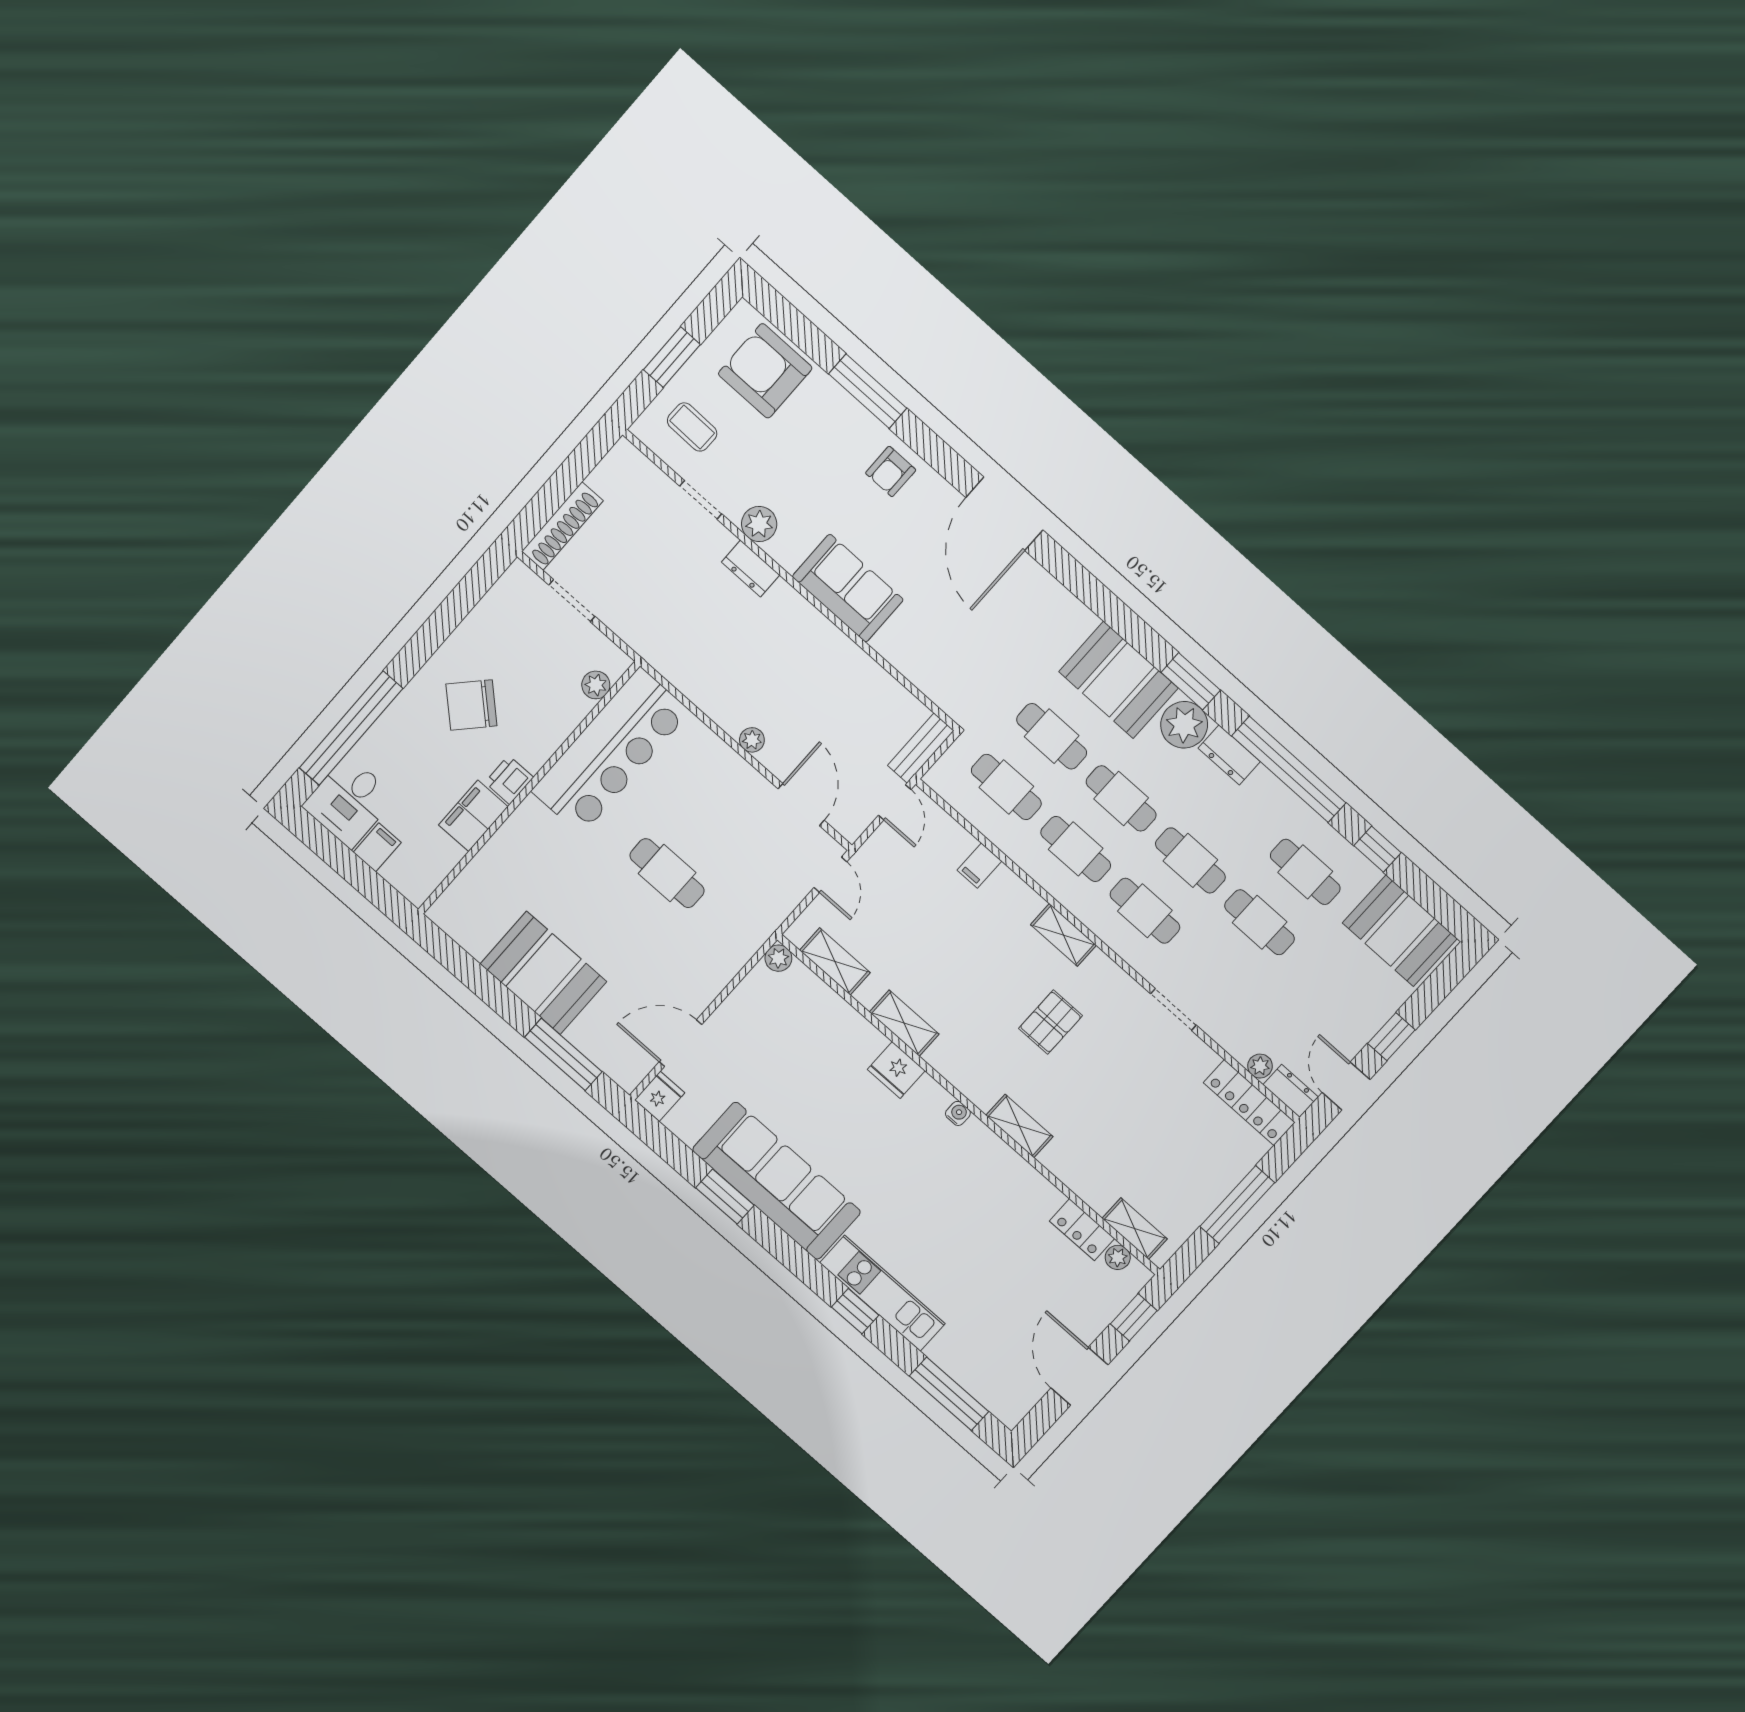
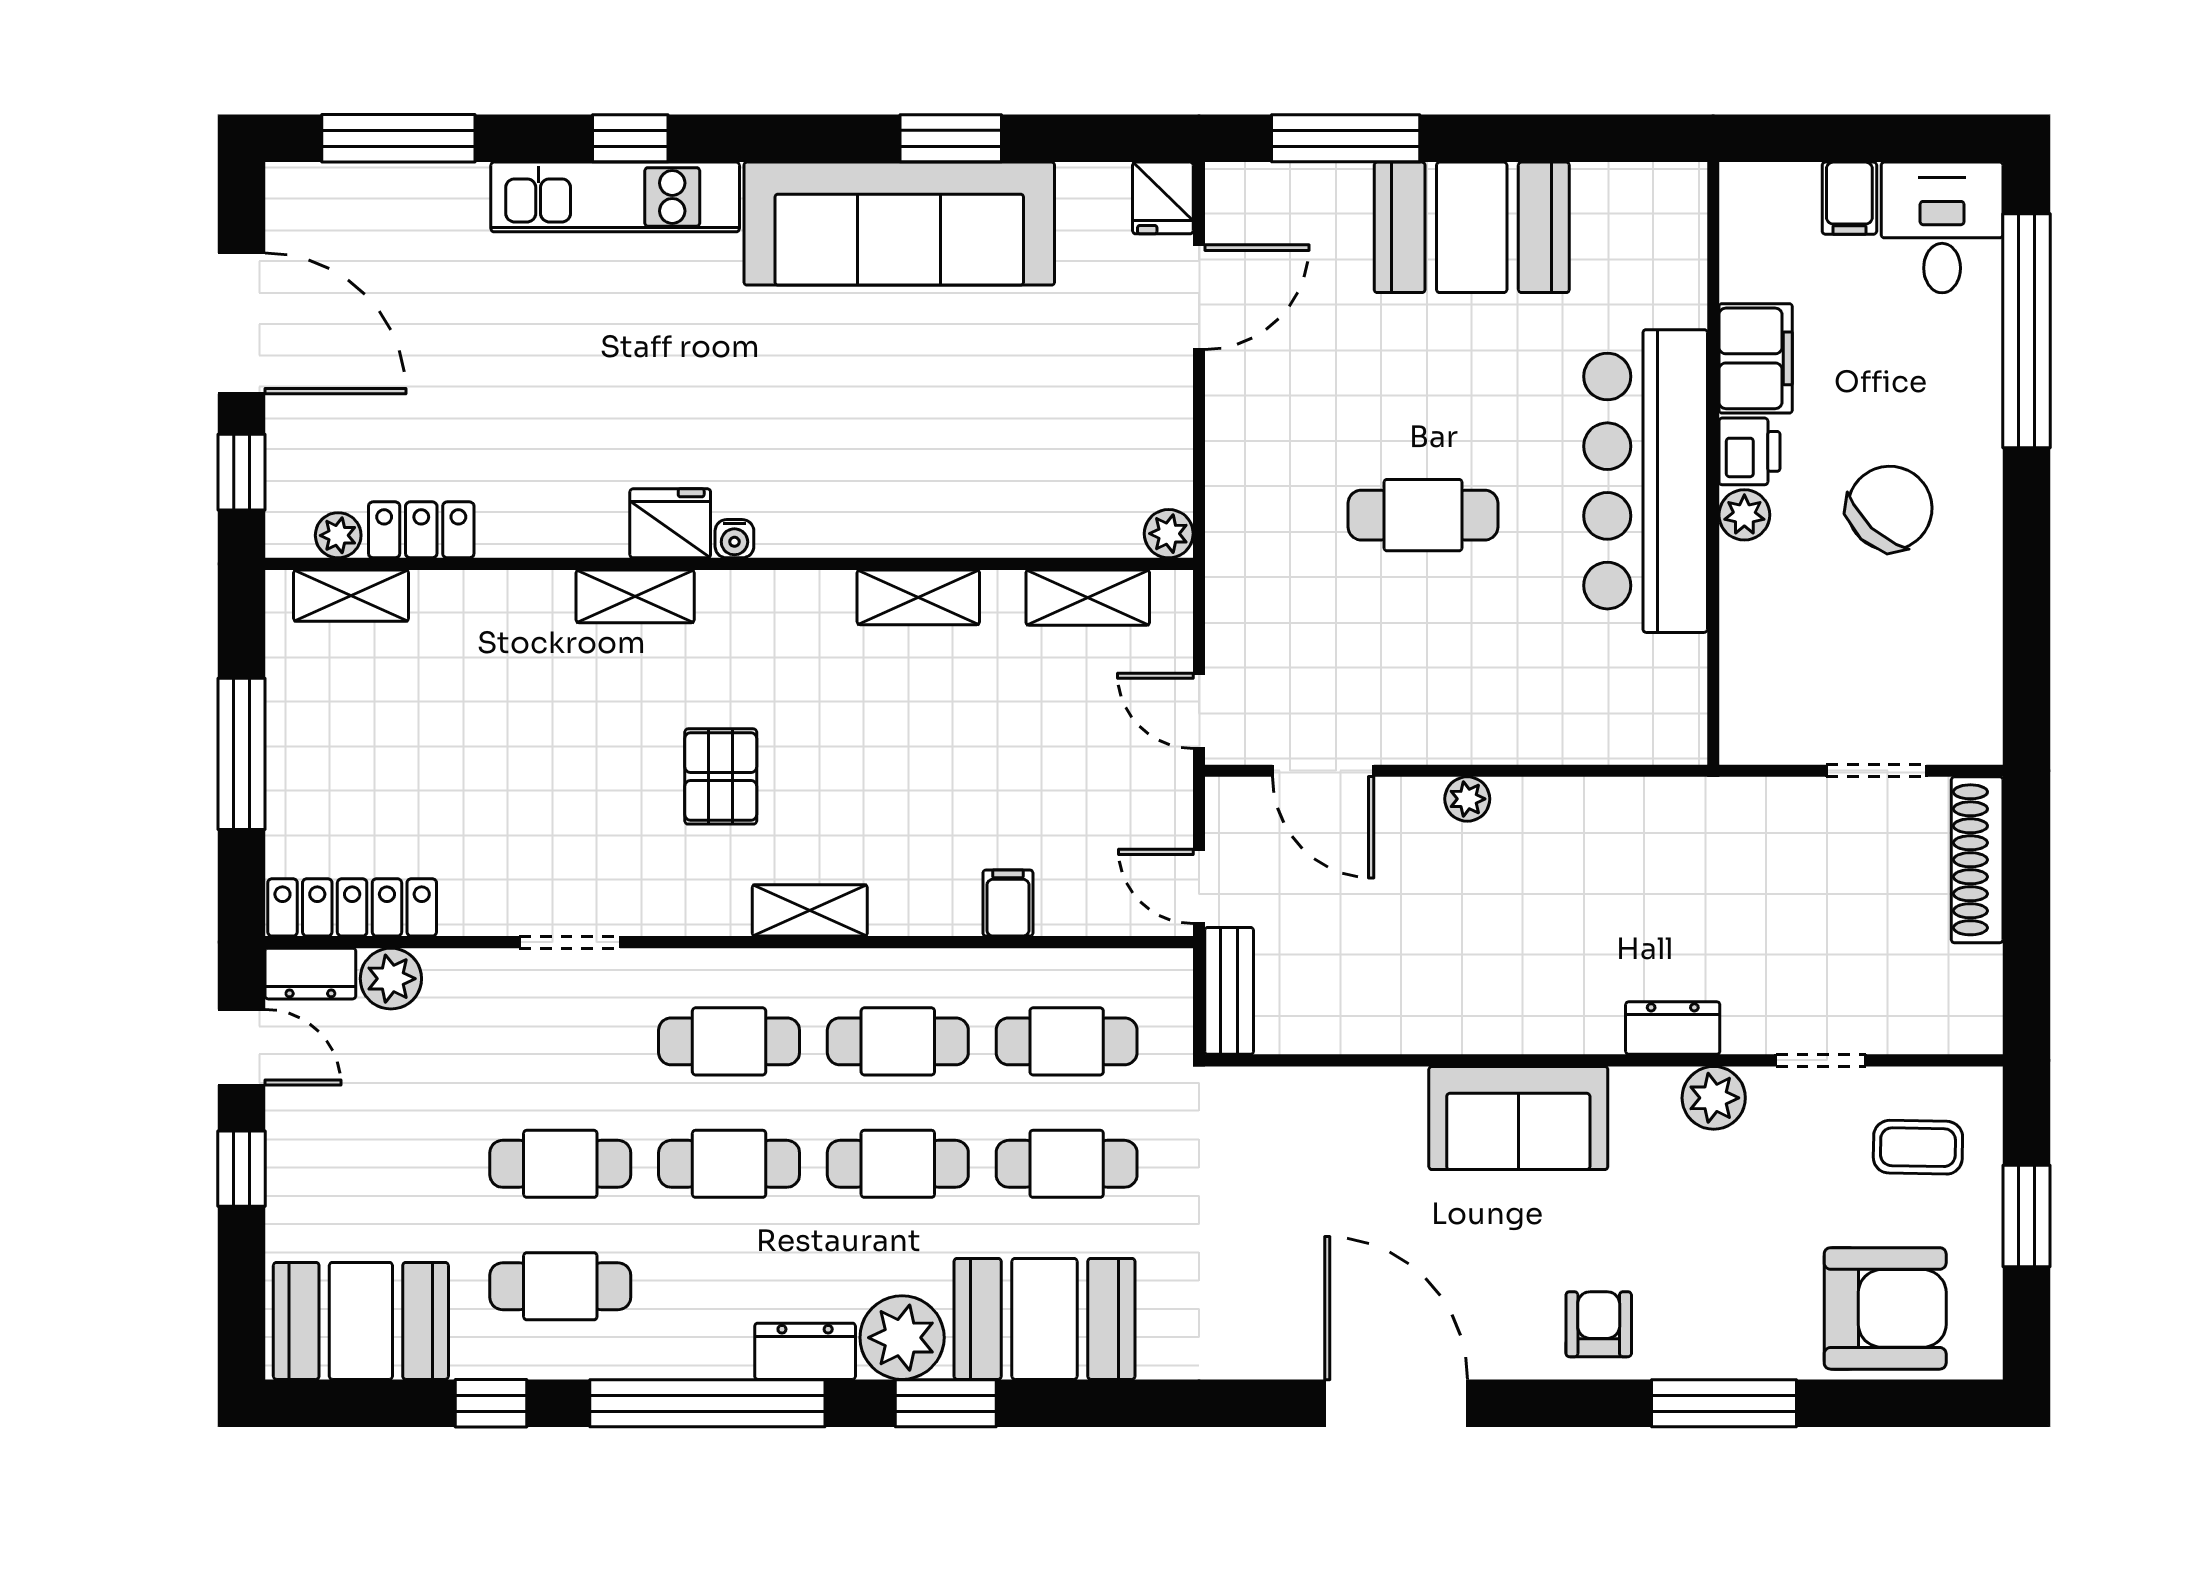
plant: (596, 685) -> (1744, 515), moved
bar counter: (611, 751) -> (1646, 481), moved
plant: (1260, 1066) -> (391, 979), width x1.38, depth x1.38
fridge: (896, 1070) -> (670, 523), moved
door: (1079, 1376) -> (241, 323), width x1.36

